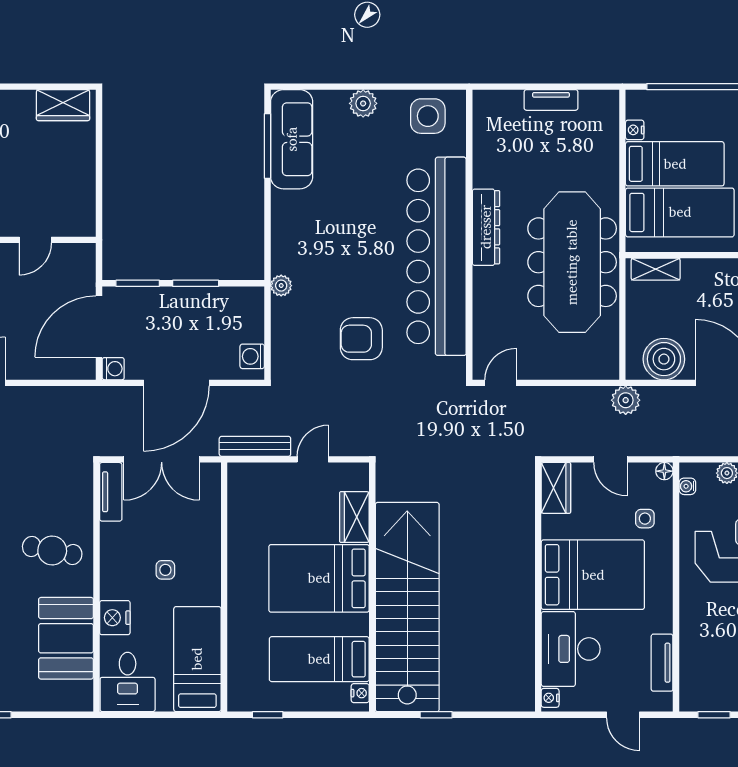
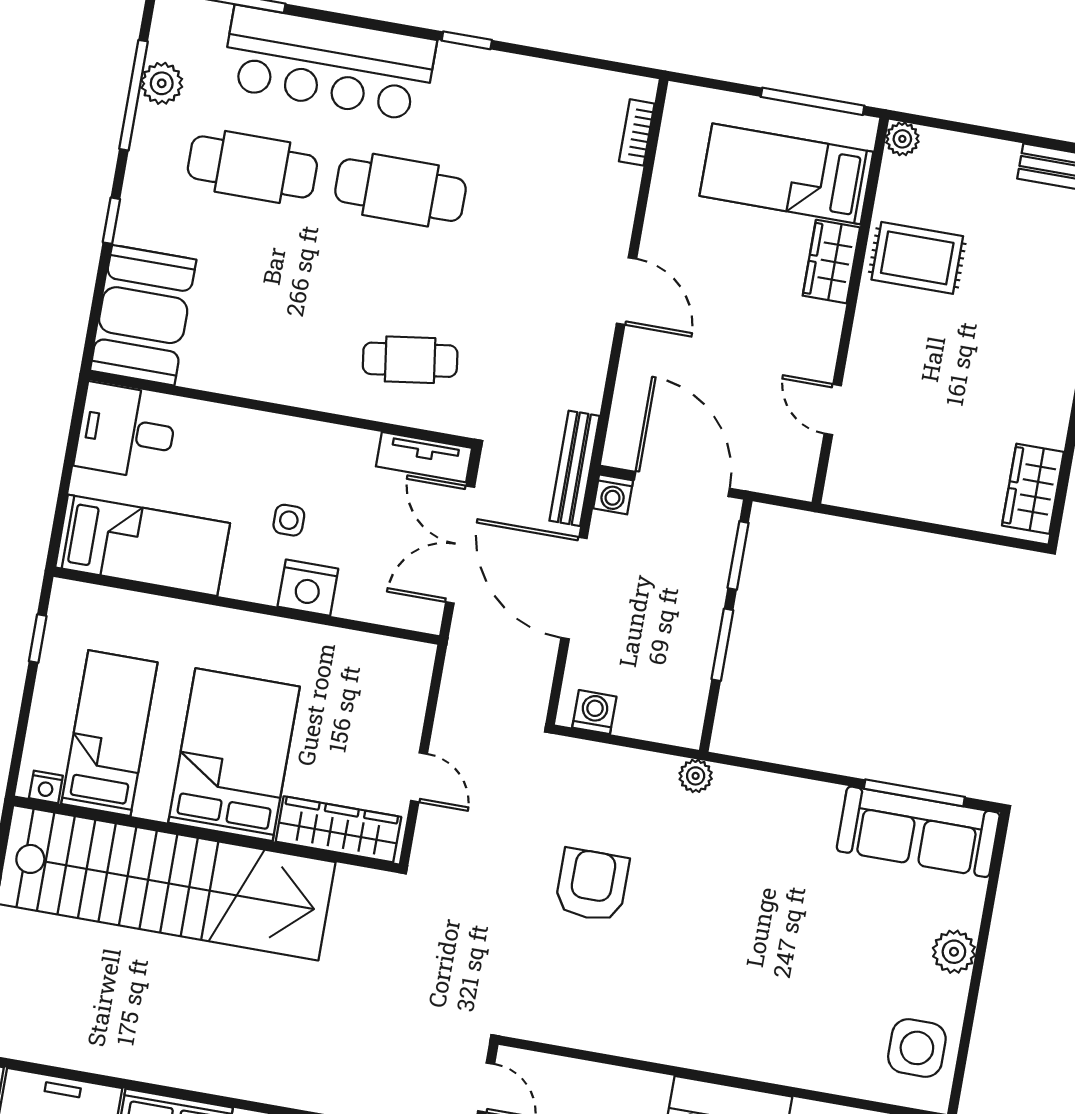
bar counter: (437, 256) -> (698, 1023), removed
bench: (255, 446) -> (574, 468), moved
wardrobe: (354, 517) -> (338, 829), width x1.50
cafe table: (52, 551) -> (410, 360), moved, turned 71
nightstand: (115, 618) -> (308, 588), moved, turned 180
booth: (66, 638) -> (143, 315), moved, turned 90

